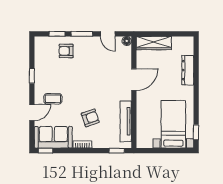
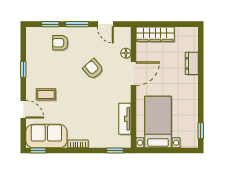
floor lamp: (127, 41) -> (126, 53), moved
dresser: (188, 70) -> (192, 63), width x0.70
door: (32, 112) -> (23, 109), hinge flipped
armchair: (90, 118) -> (93, 69), moved, turned -112
tv unit: (126, 121) -> (125, 119), width x0.71
bed with nightstands: (173, 124) -> (158, 122), moved

